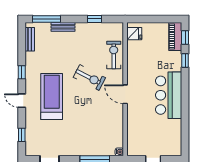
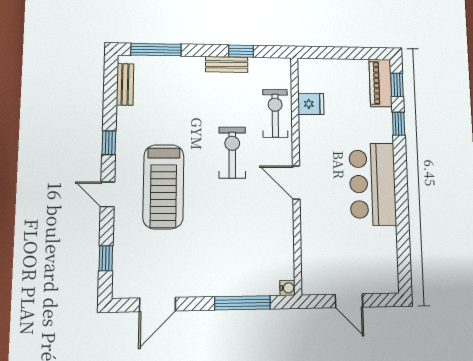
bench: (63, 27) -> (227, 64), moved
fridge: (134, 34) -> (311, 104), moved
exercise bike: (89, 77) -> (232, 153), turned -117
treadmill: (52, 96) -> (163, 187), turned 180

